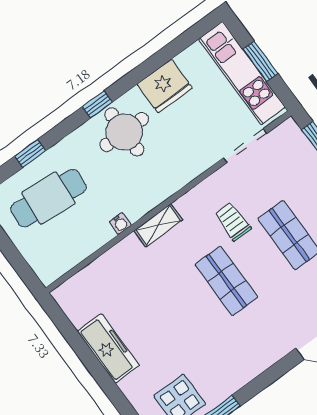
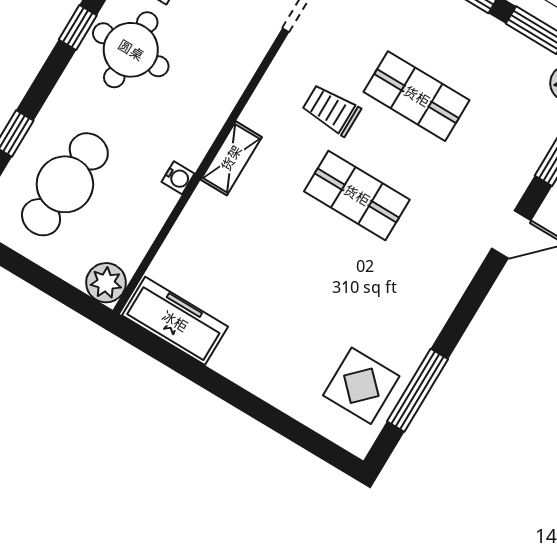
plant: (48, 270) -> (106, 283), added
freezer: (108, 348) -> (175, 321), moved

